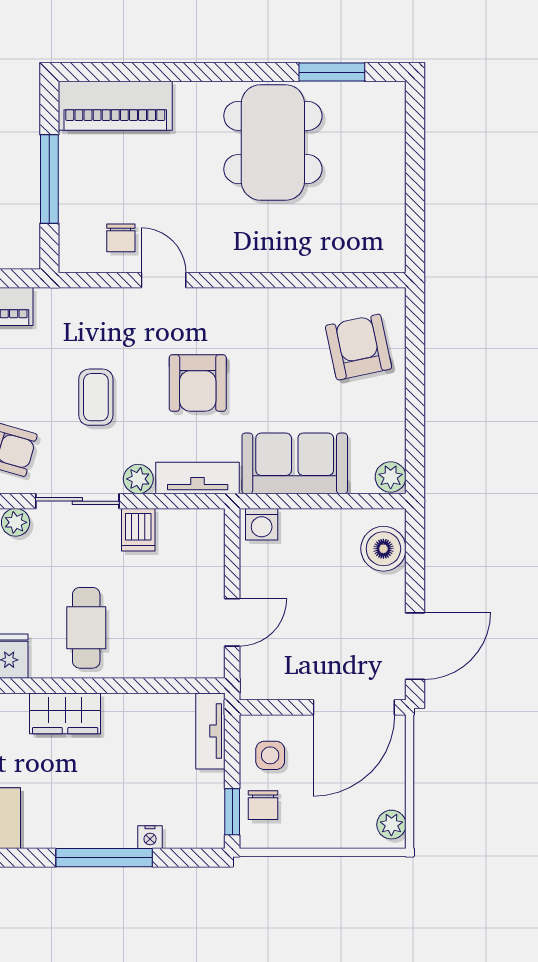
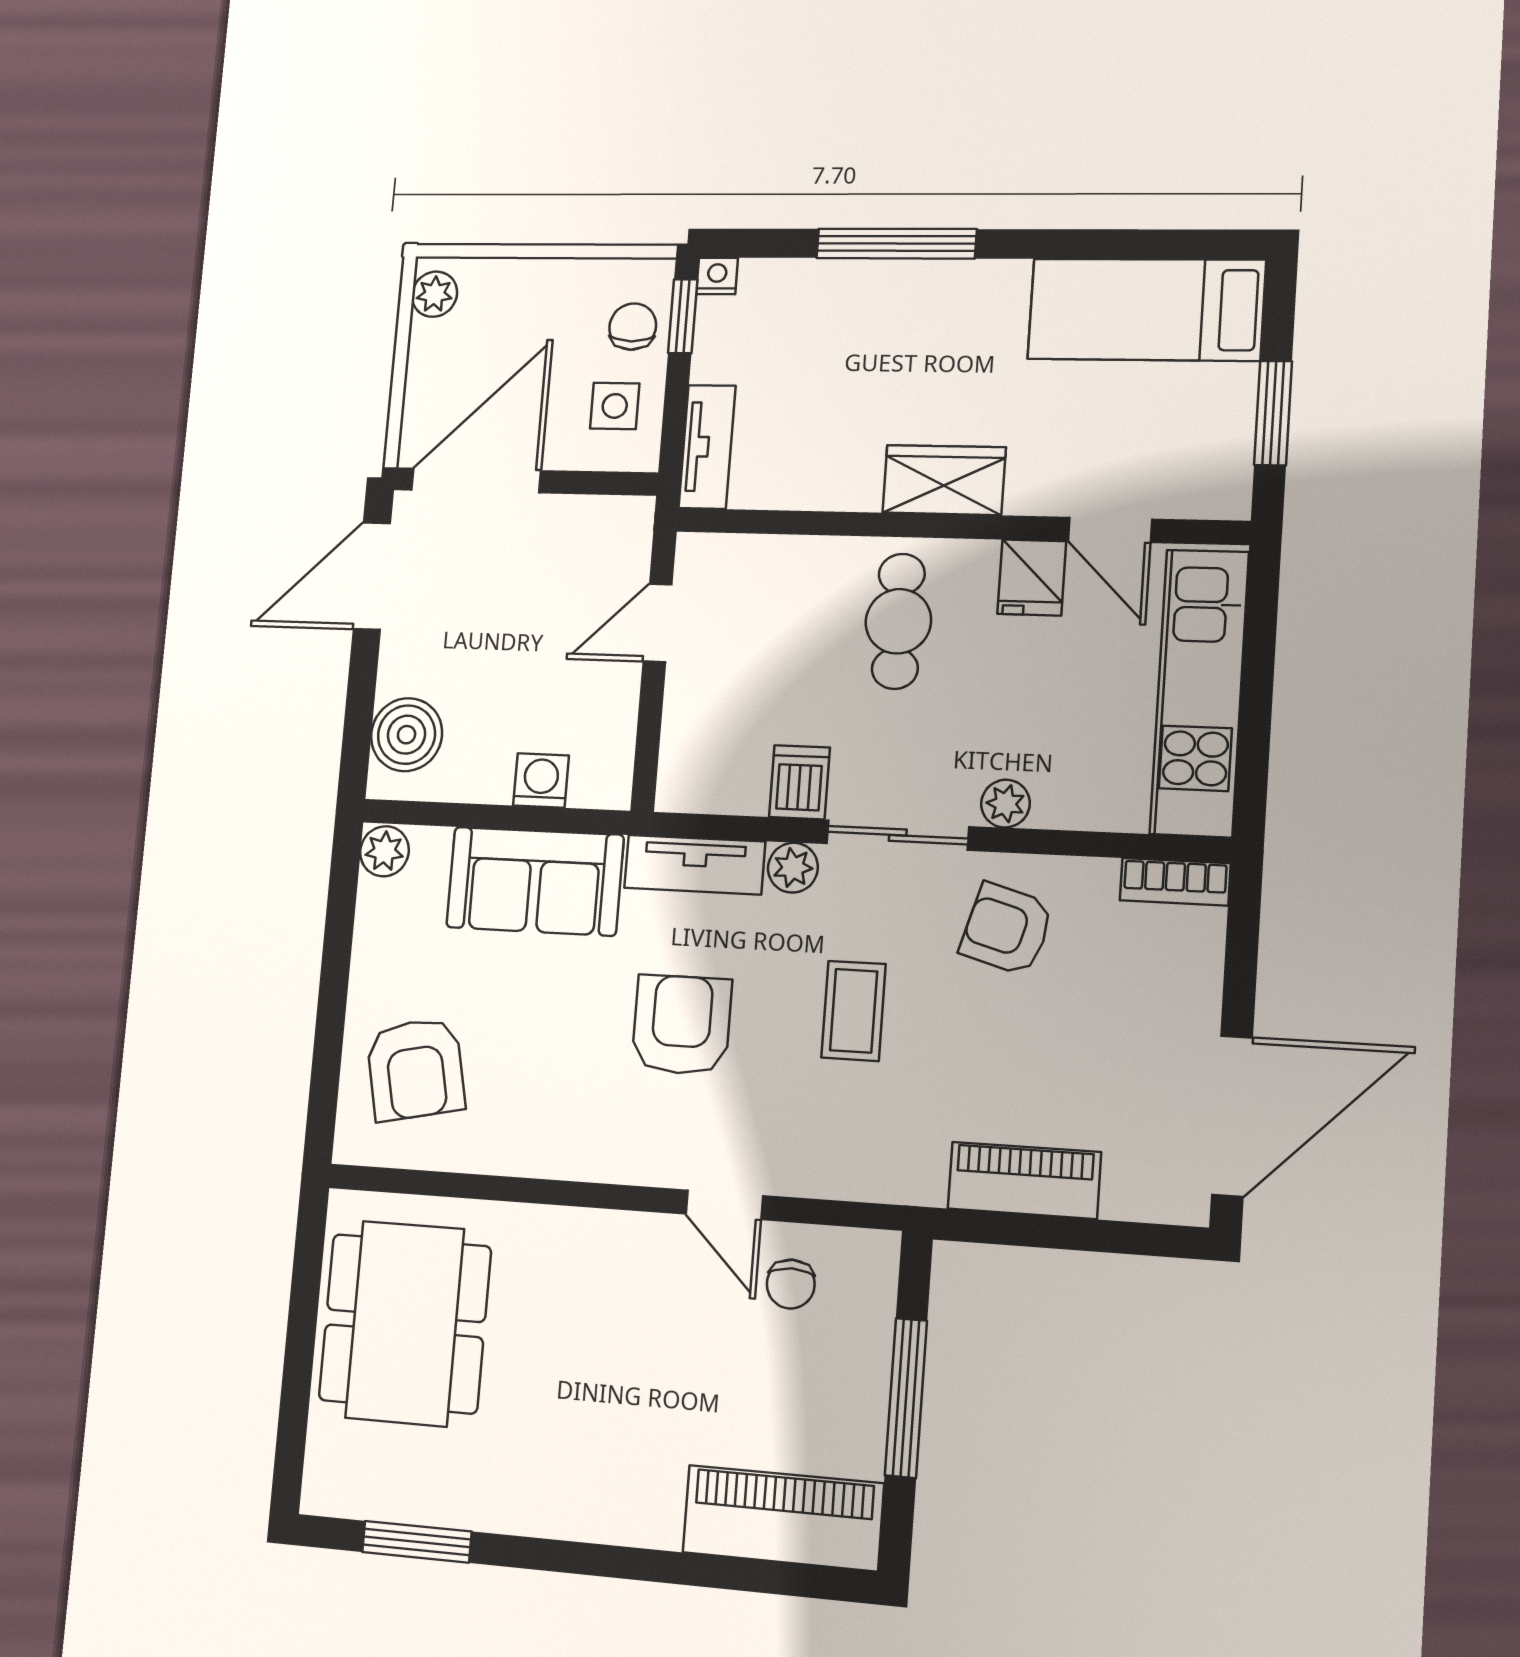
dining table: (273, 142) -> (405, 1323), moved
chair: (121, 238) -> (791, 1284), turned 180
washing machine: (262, 524) -> (541, 780), moved
nightstand: (150, 837) -> (717, 276), moved

